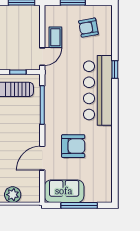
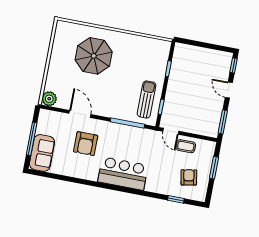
window: (115, 70) -> (176, 199), moved
bar counter: (98, 90) -> (123, 174), width x0.73
sofa: (64, 191) -> (42, 153), moved
plant: (13, 195) -> (49, 99), moved

